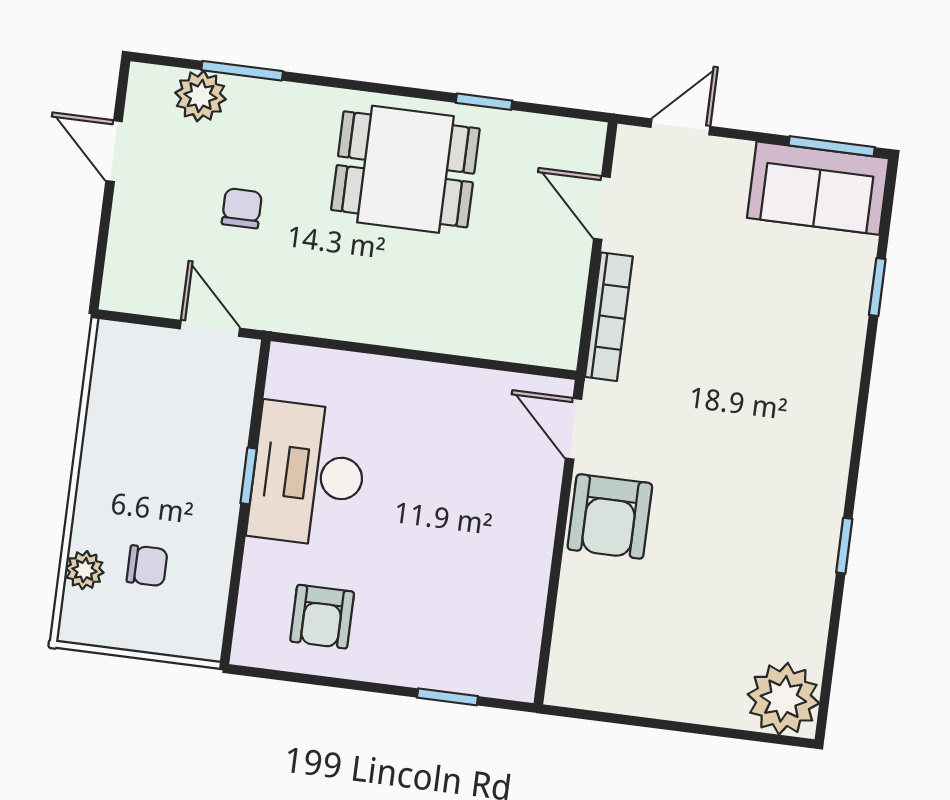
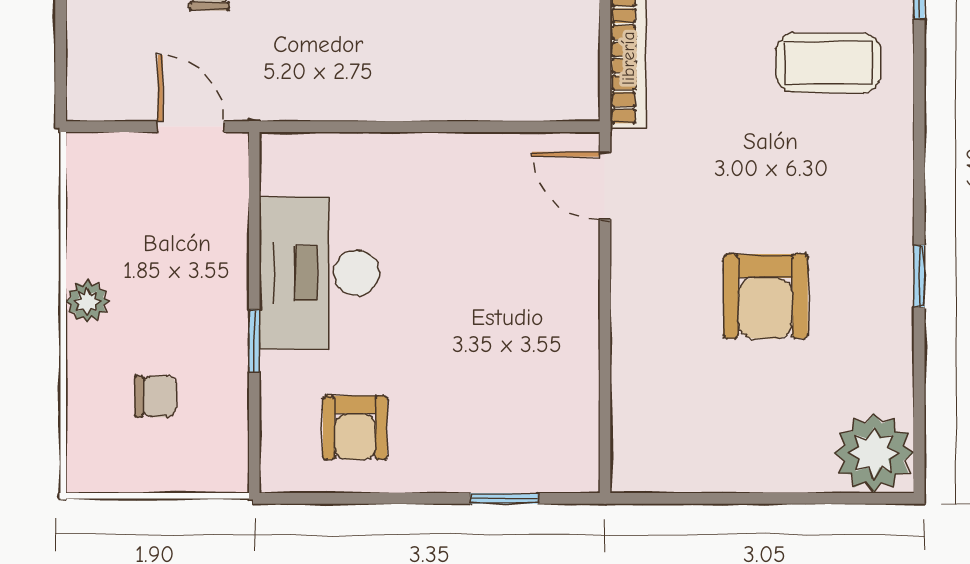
coffee table: (787, 344) -> (828, 63), added
window: (249, 476) -> (254, 341), moved
armchair: (610, 516) -> (765, 296), moved
plant: (85, 570) -> (87, 301), moved

